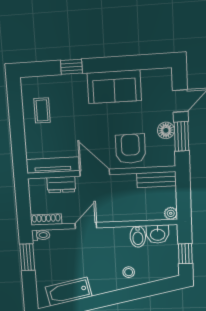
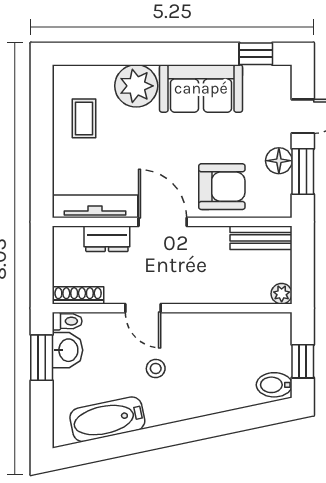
window: (71, 67) -> (256, 54), moved
plant: (73, 88) -> (136, 86), added
armchair: (130, 149) -> (222, 187), turned 90
door: (86, 226) -> (143, 308), swing flipped
washbasin: (158, 234) -> (67, 350), moved, turned -90
bidet: (138, 237) -> (274, 385), moved, turned 90
stool: (129, 272) -> (156, 369), moved

